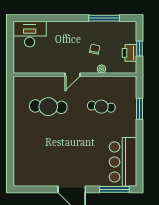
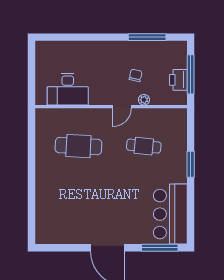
desk: (30, 34) -> (68, 89), moved, turned 180
window: (139, 48) -> (191, 74), width x2.17
door: (72, 75) -> (122, 107), moved
window: (139, 109) -> (191, 164), moved

